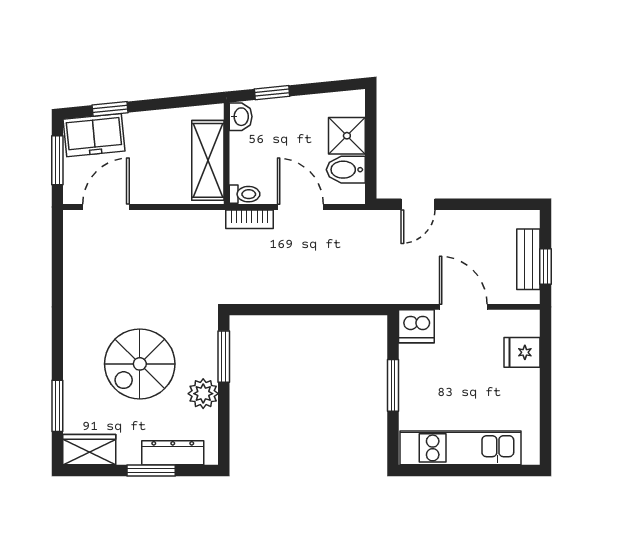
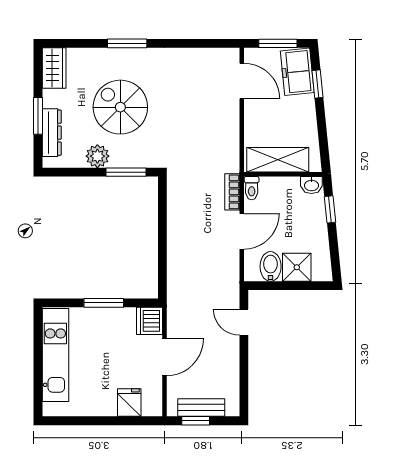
window: (57, 406) -> (127, 43), moved

